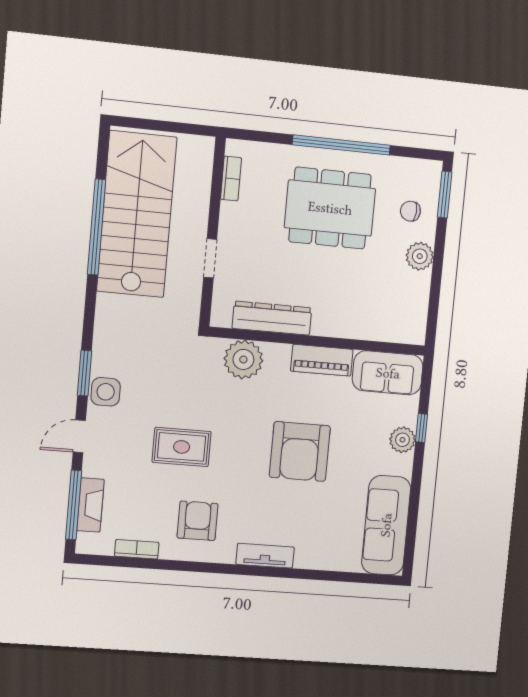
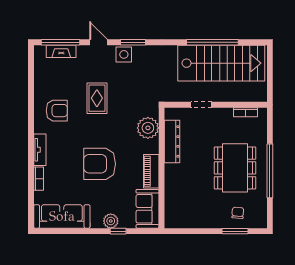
window: (445, 195) -> (235, 231), moved
plant: (420, 256) -> (214, 221), removed
bookcase: (137, 549) -> (39, 179), moved

